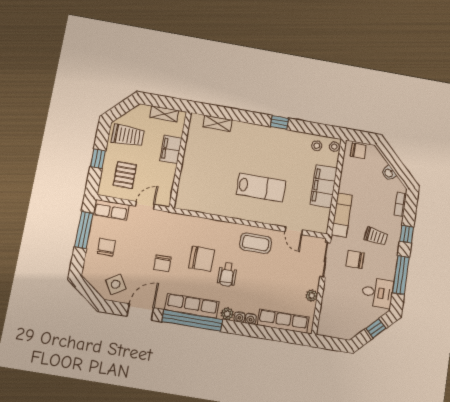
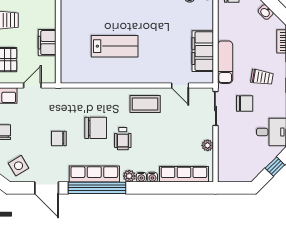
filing cabinet: (171, 149) -> (47, 43), moved
filing cabinet: (324, 186) -> (203, 51), moved
lab bench: (261, 188) -> (115, 46), moved
chair: (355, 259) -> (245, 103), turned 180
chair: (162, 263) -> (59, 138), turned 90
door: (140, 312) -> (47, 188), swing flipped

